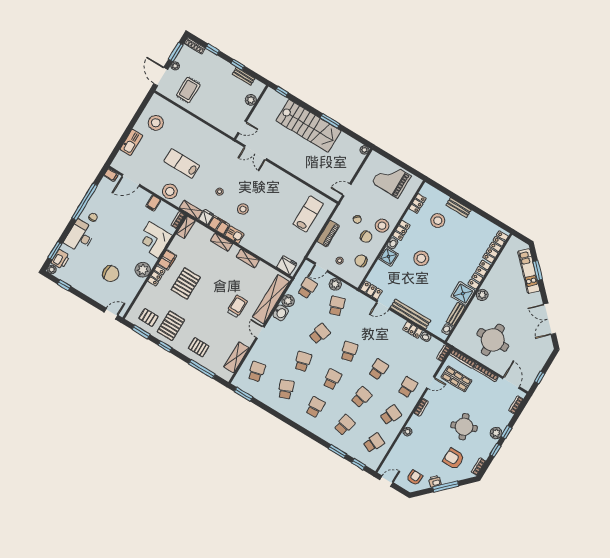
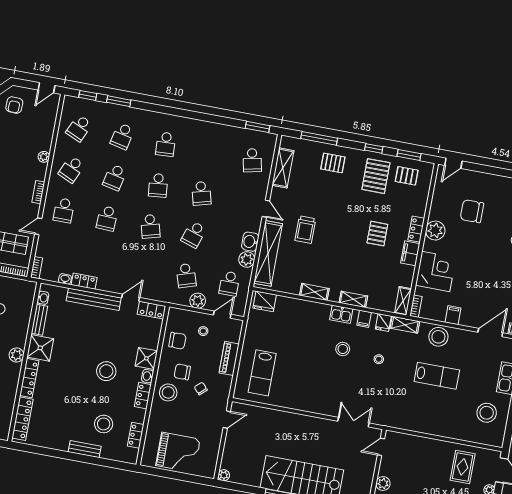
filing cabinet: (219, 225) -> (364, 319), width x0.50
pallet: (186, 283) -> (377, 234), width x0.67, depth x0.71
school desk: (286, 389) -> (209, 152), removed

